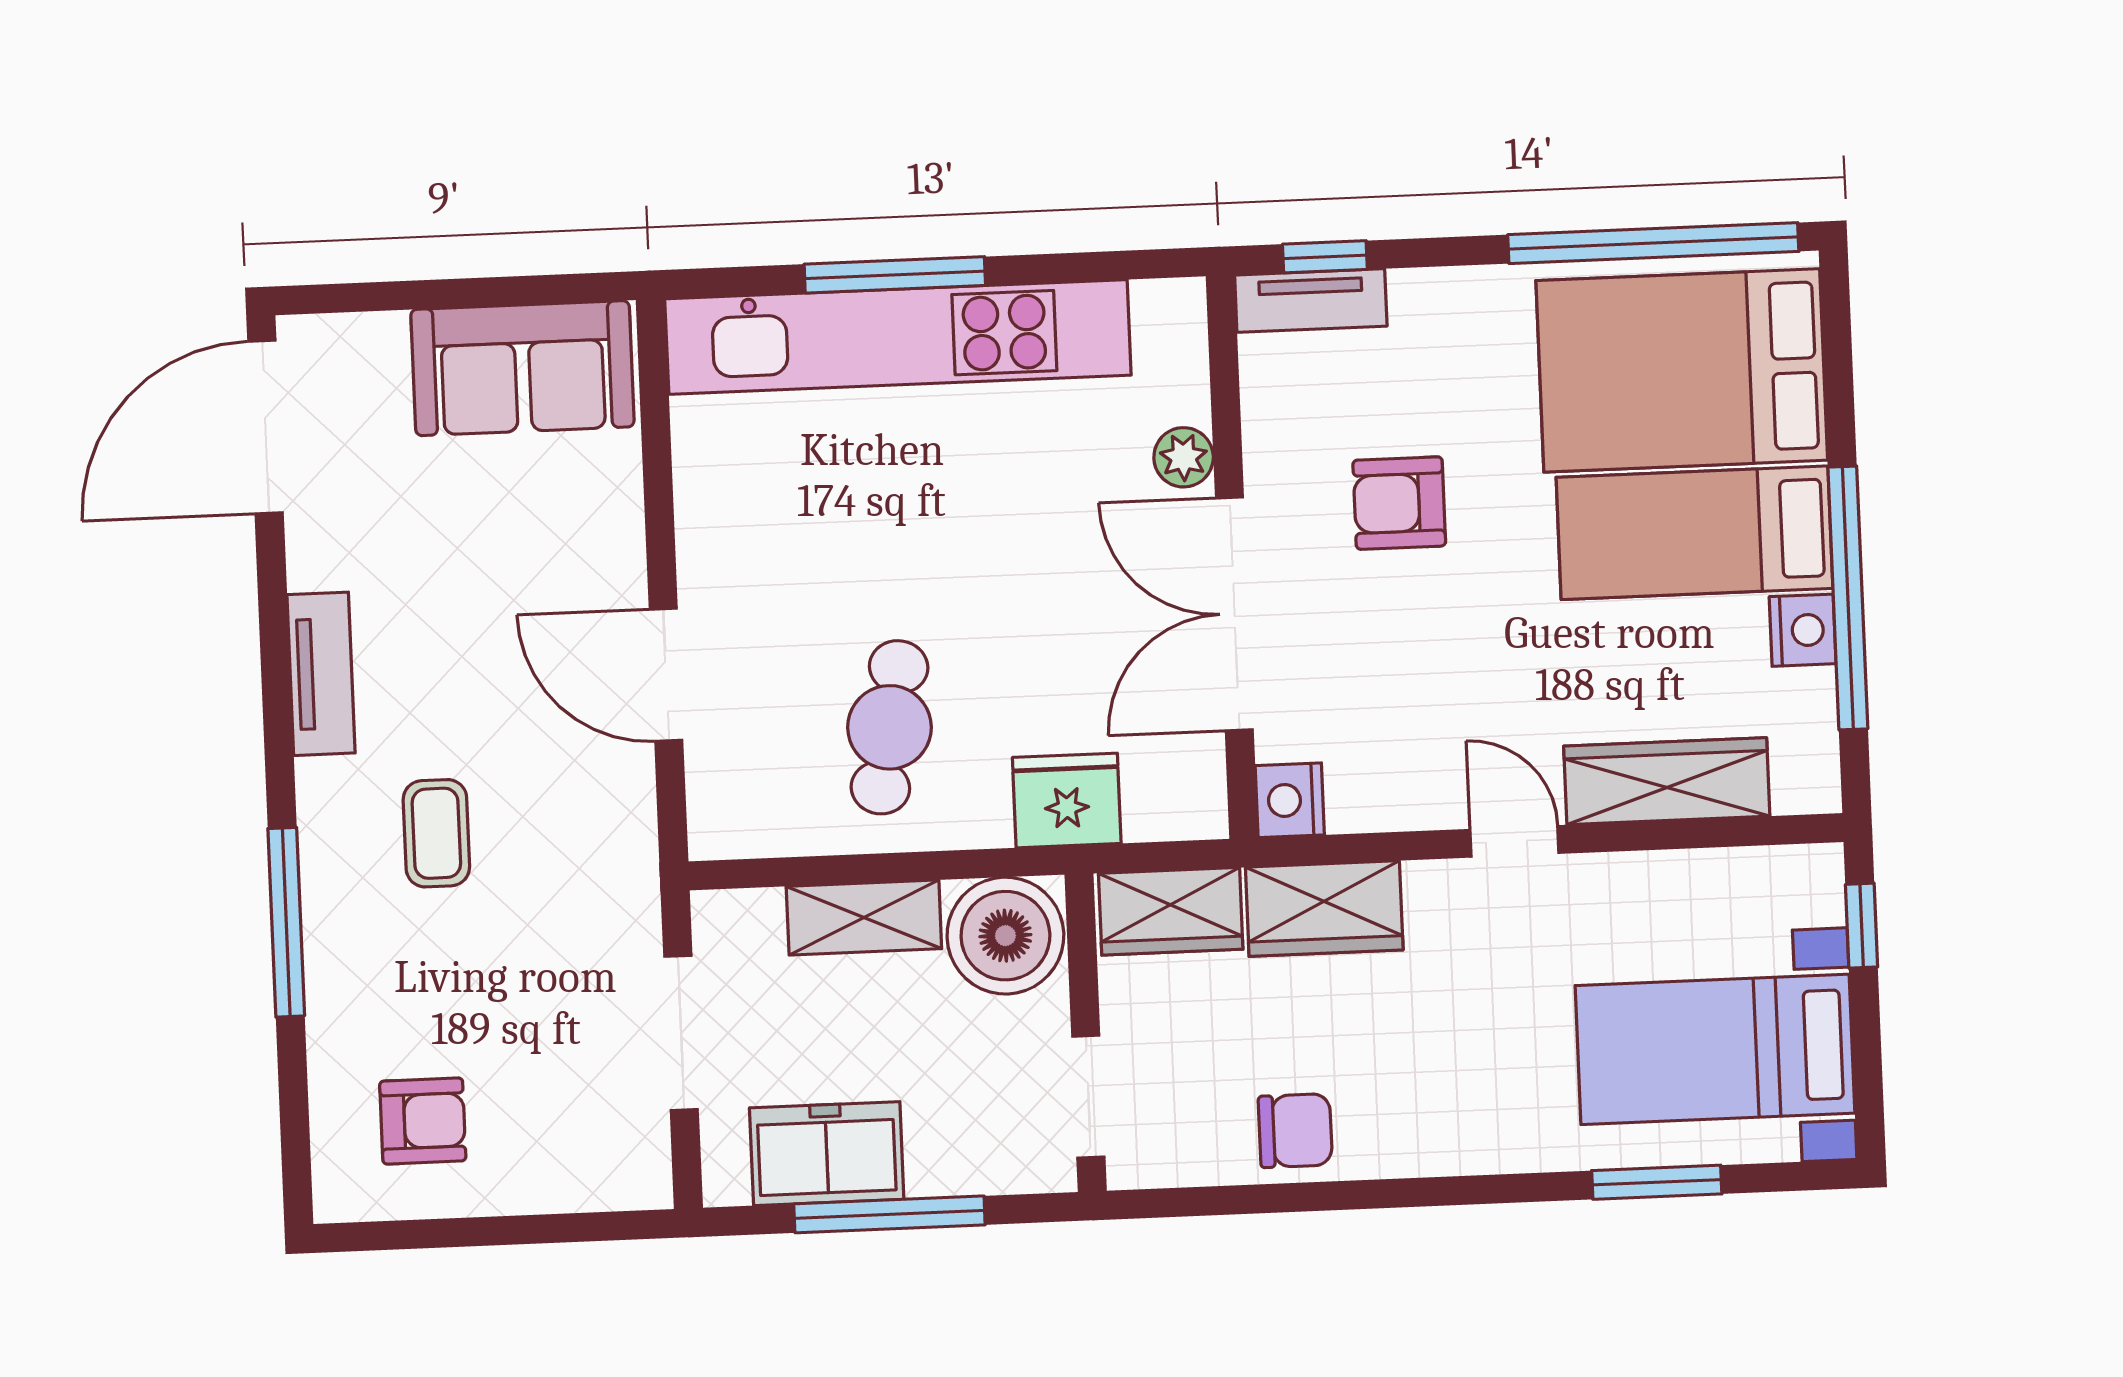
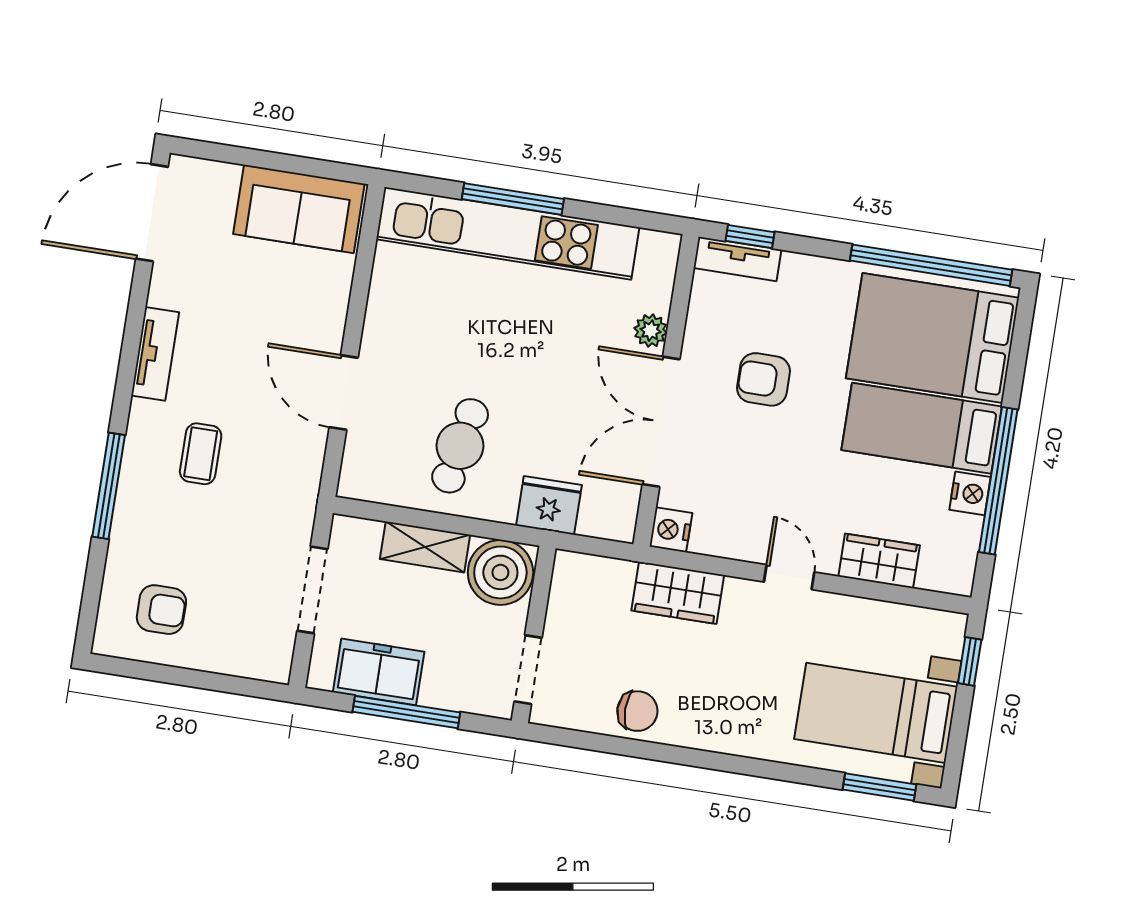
wardrobe: (1667, 781) -> (879, 561), width x0.67
wardrobe: (1171, 911) -> (593, 577), removed
window: (1657, 1182) -> (880, 787), moved

